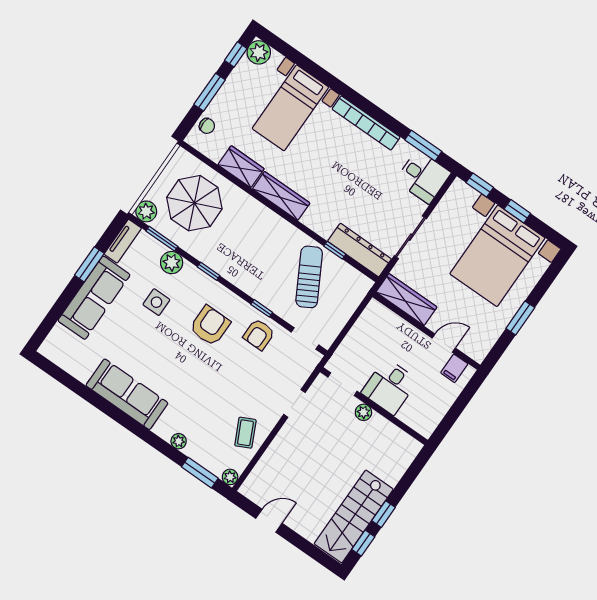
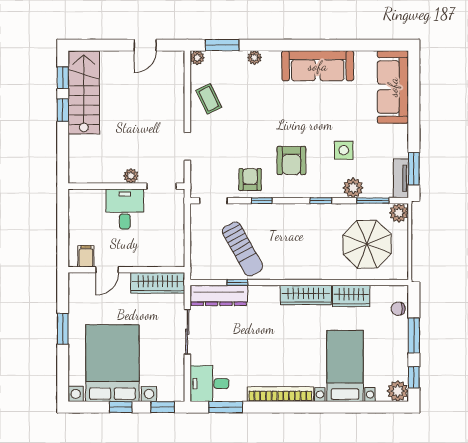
window: (89, 264) -> (414, 169), moved
sofa: (94, 298) -> (393, 87), moved

